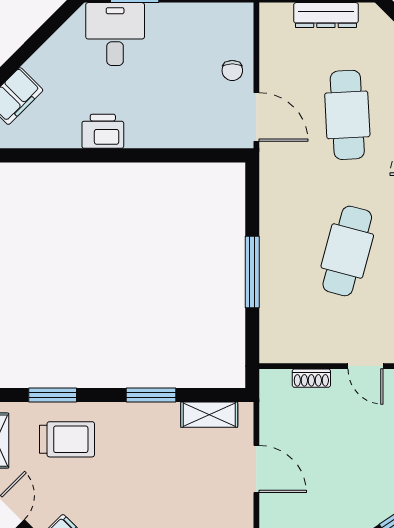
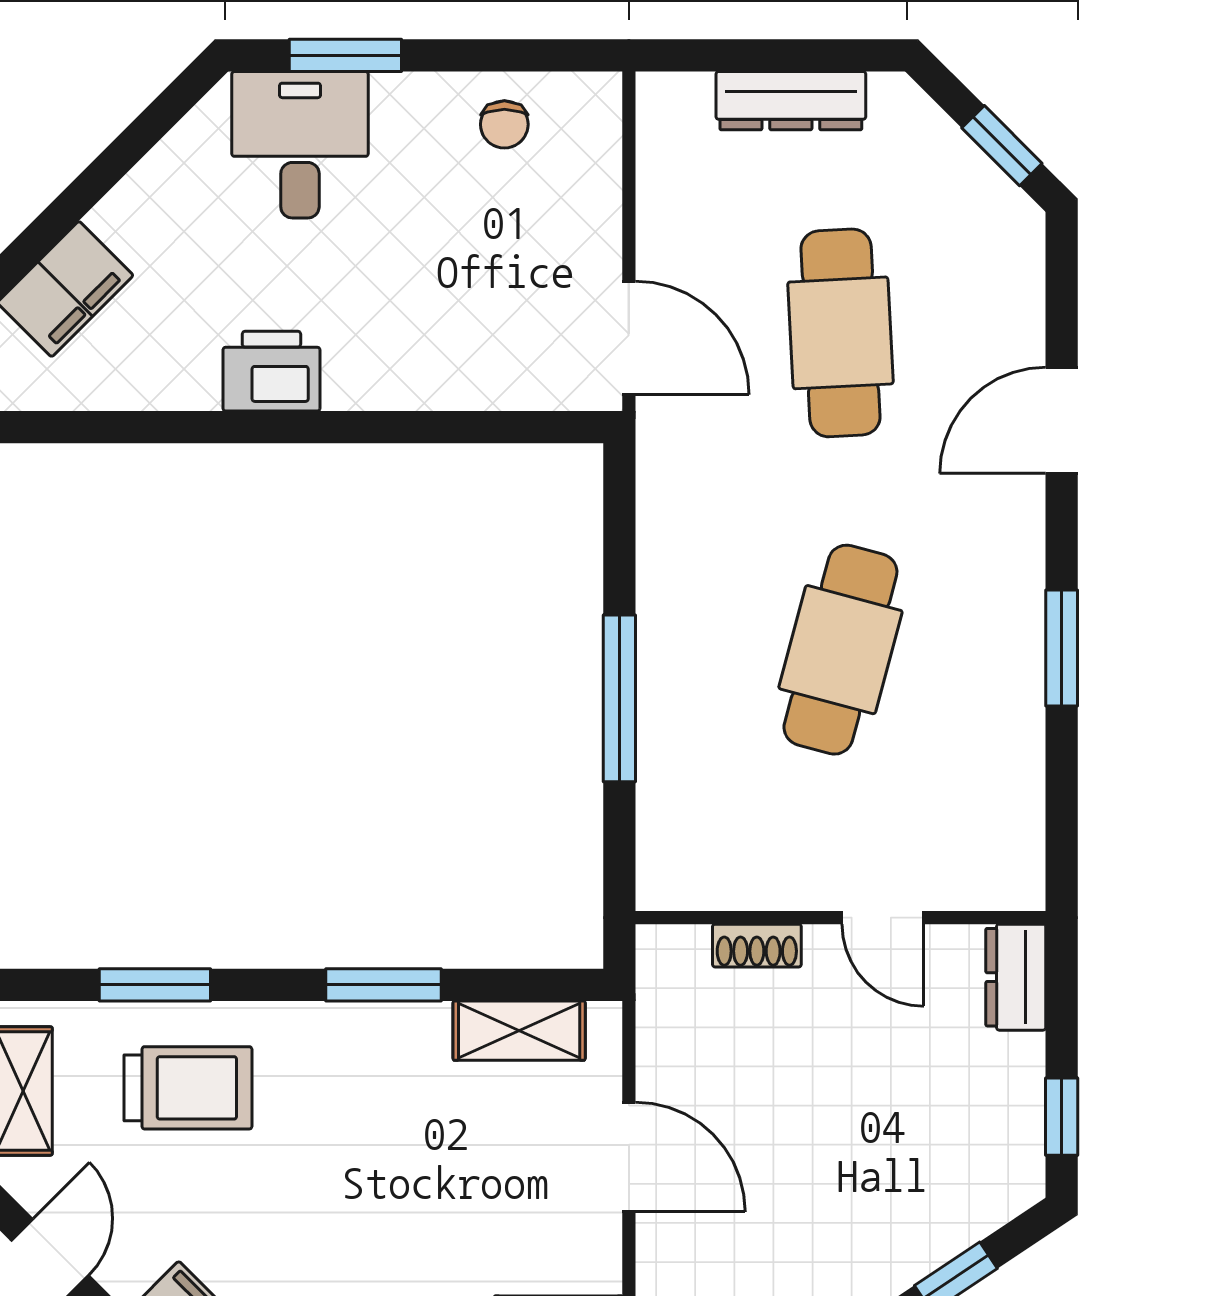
chair: (232, 70) -> (504, 124), moved

